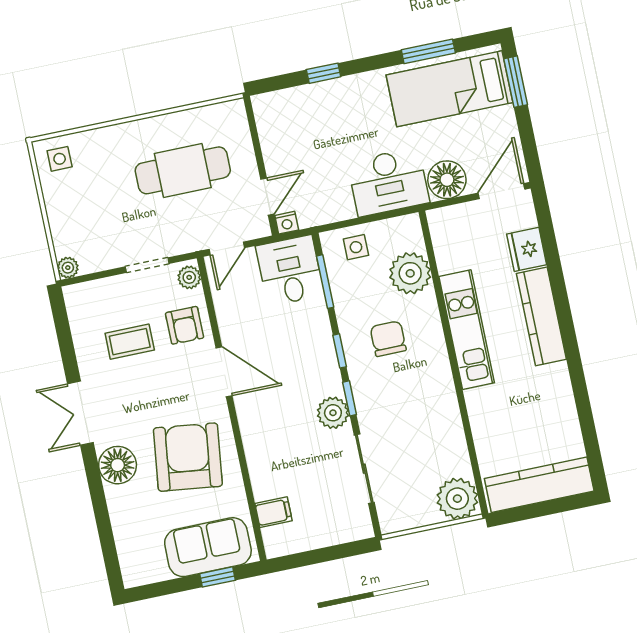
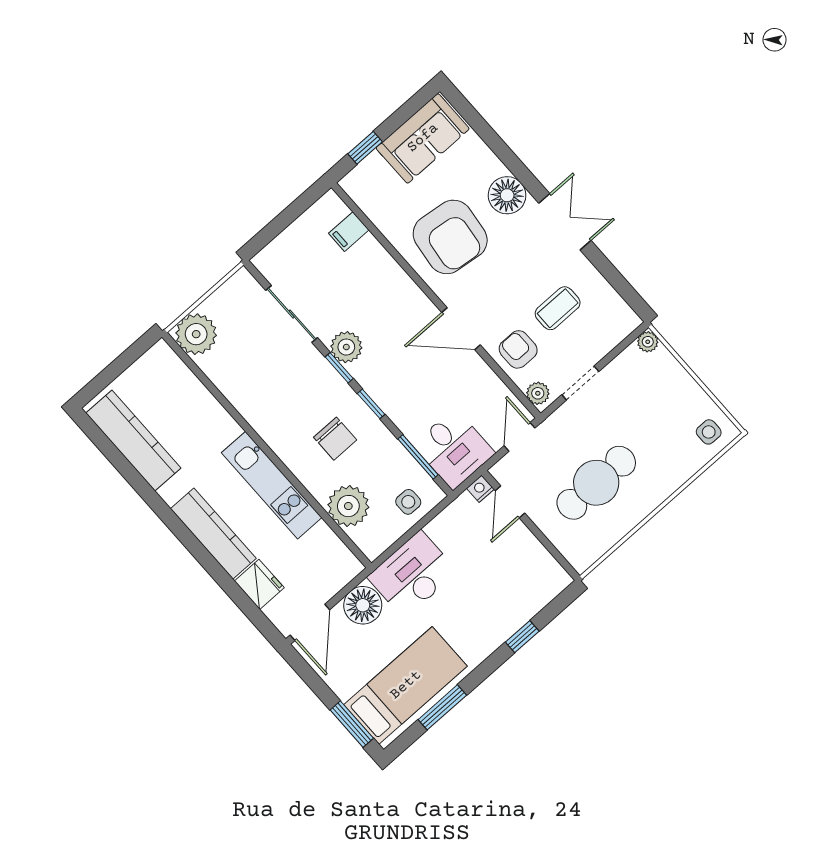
kitchen counter: (539, 485) -> (133, 441), moved, turned -90
sofa: (208, 547) -> (423, 138), moved

